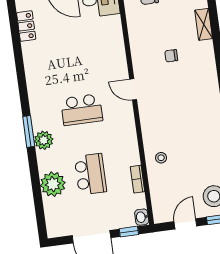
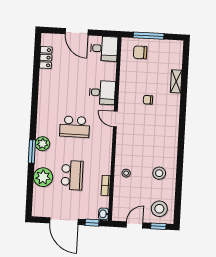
desk: (109, 58) -> (102, 93), added
window: (29, 131) -> (32, 152), moved
stool: (205, 149) -> (159, 173), added

